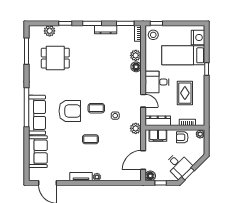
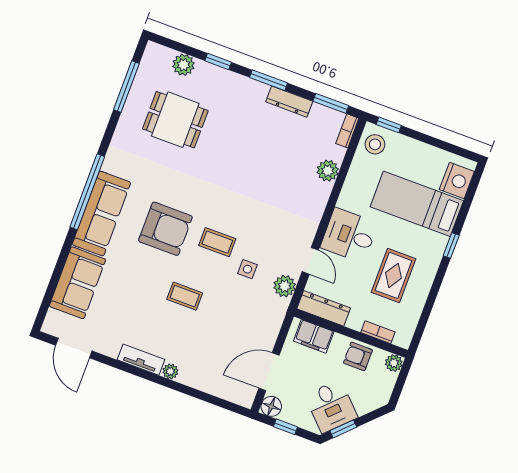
floor lamp: (136, 67) -> (321, 192), removed
plant: (136, 128) -> (285, 286), moved

